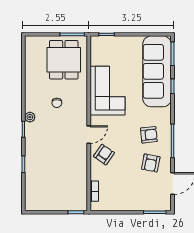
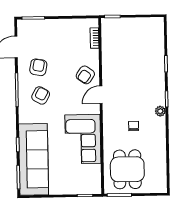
armchair: (149, 135) -> (41, 95), turned 125

